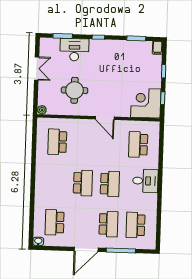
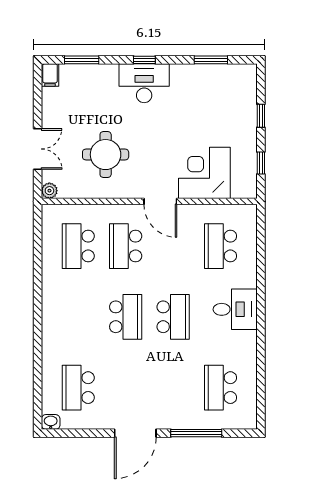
filing cabinet: (157, 48) -> (50, 75), moved
desk: (74, 50) -> (144, 83), moved
double door: (37, 68) -> (38, 149), moved
corner desk: (146, 103) -> (204, 173), moved
school desk: (109, 224) -> (126, 246), moved, turned 180

